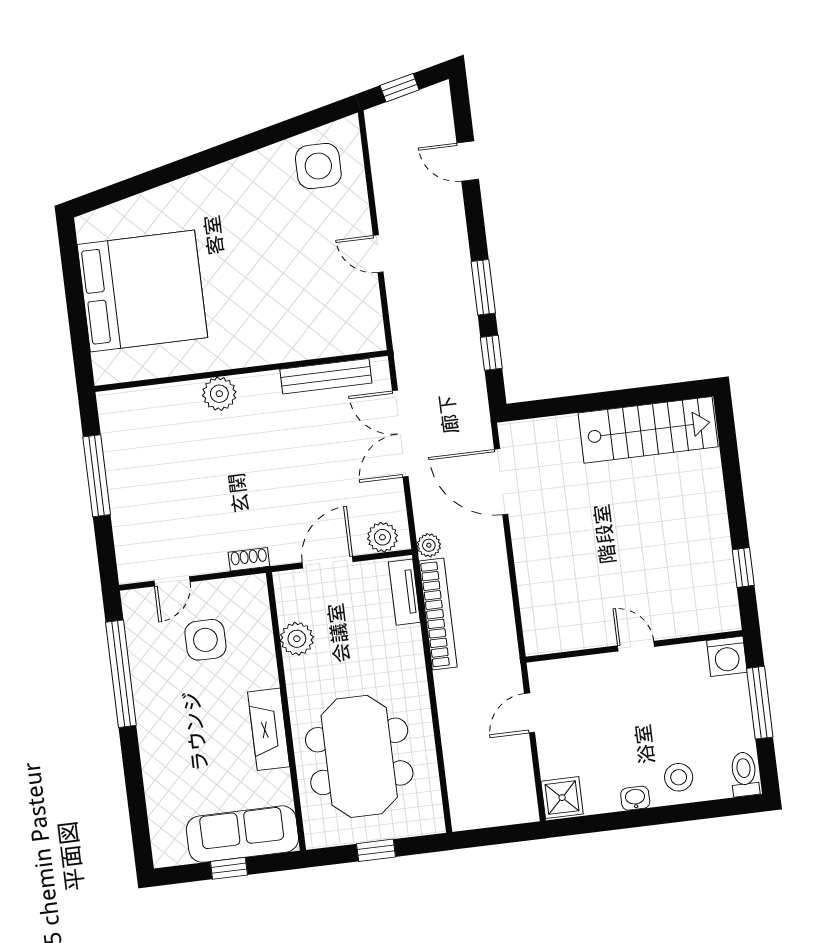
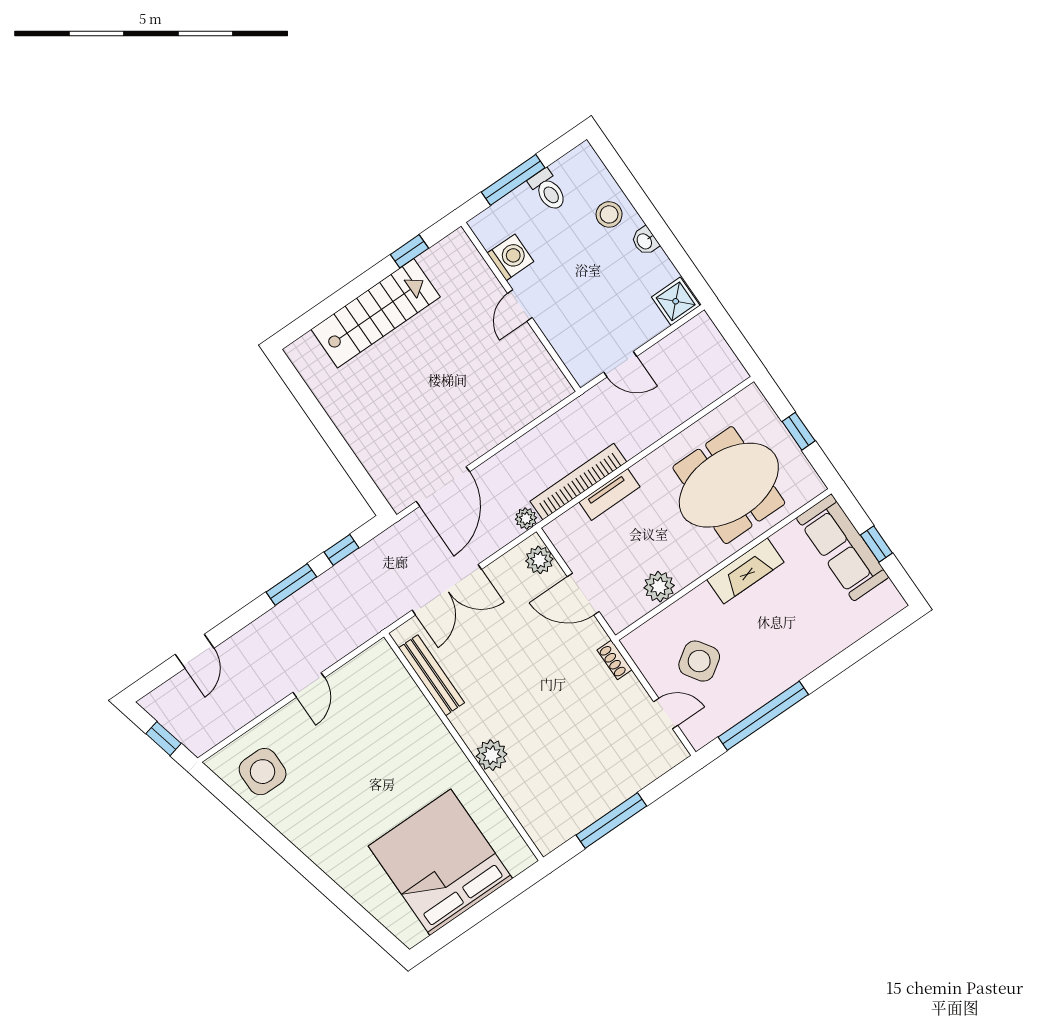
stairs: (648, 430) -> (376, 313), moved, turned 90
tv unit: (404, 592) -> (610, 494), moved
side table: (205, 640) -> (699, 661), turned -34
washing machine: (727, 656) -> (510, 257), moved
toilet: (744, 774) -> (548, 190), moved, turned -90

